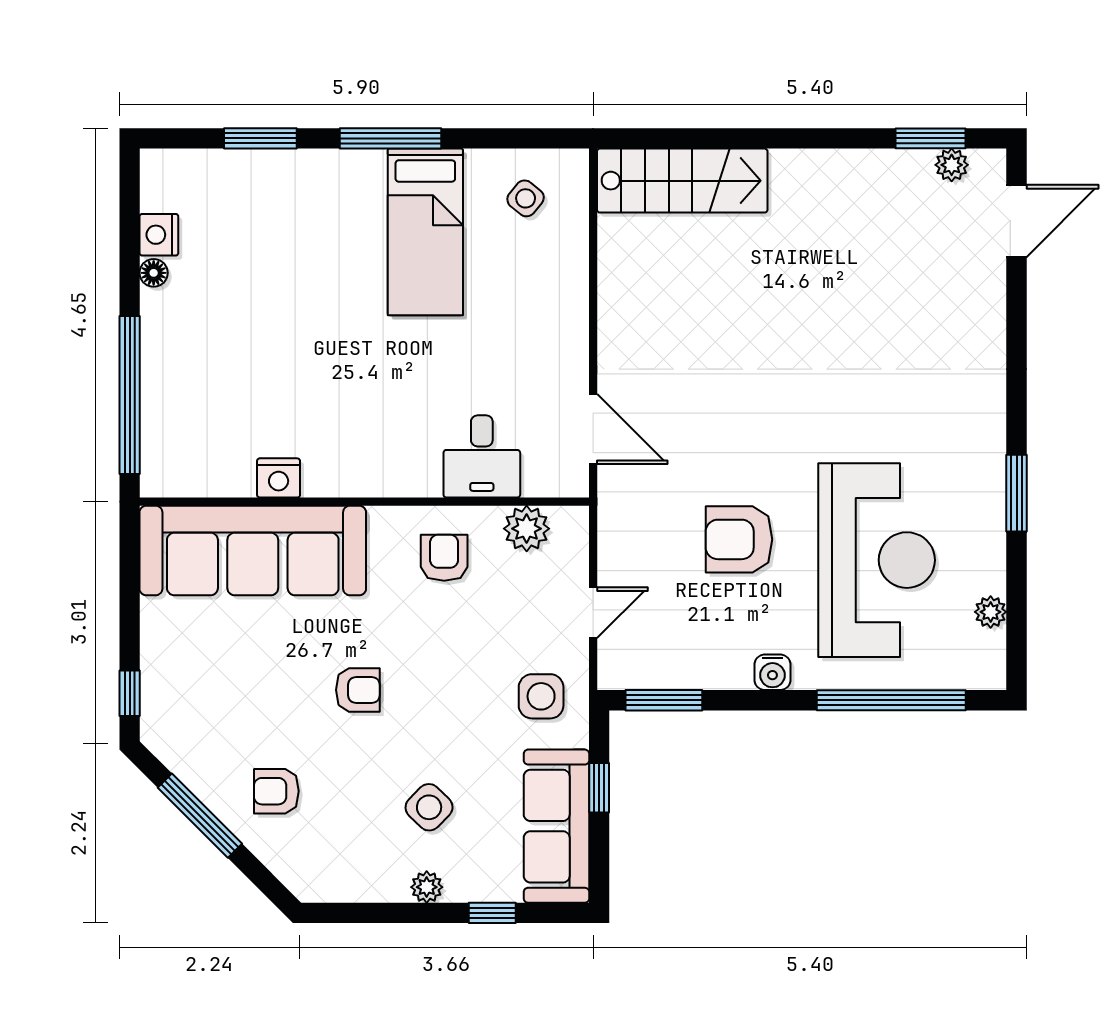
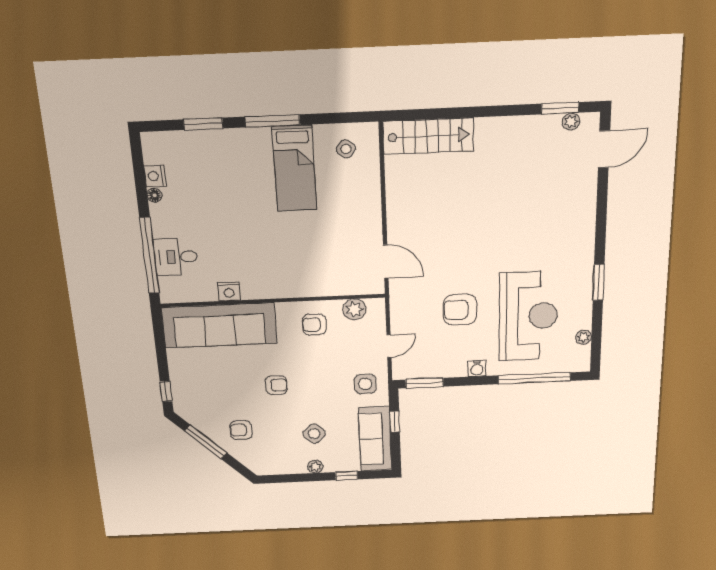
desk: (482, 456) -> (176, 257), moved, turned 90
armchair: (444, 558) -> (314, 325), turned -90

